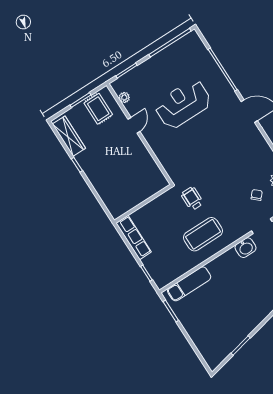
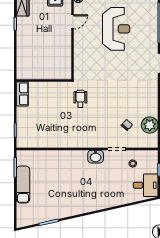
reception desk: (183, 104) -> (116, 29), turned 90
coffee table: (203, 234) -> (72, 128), removed
row of seats: (134, 238) -> (22, 94), width x0.68
exam couch: (189, 284) -> (23, 185), moved, turned -90

